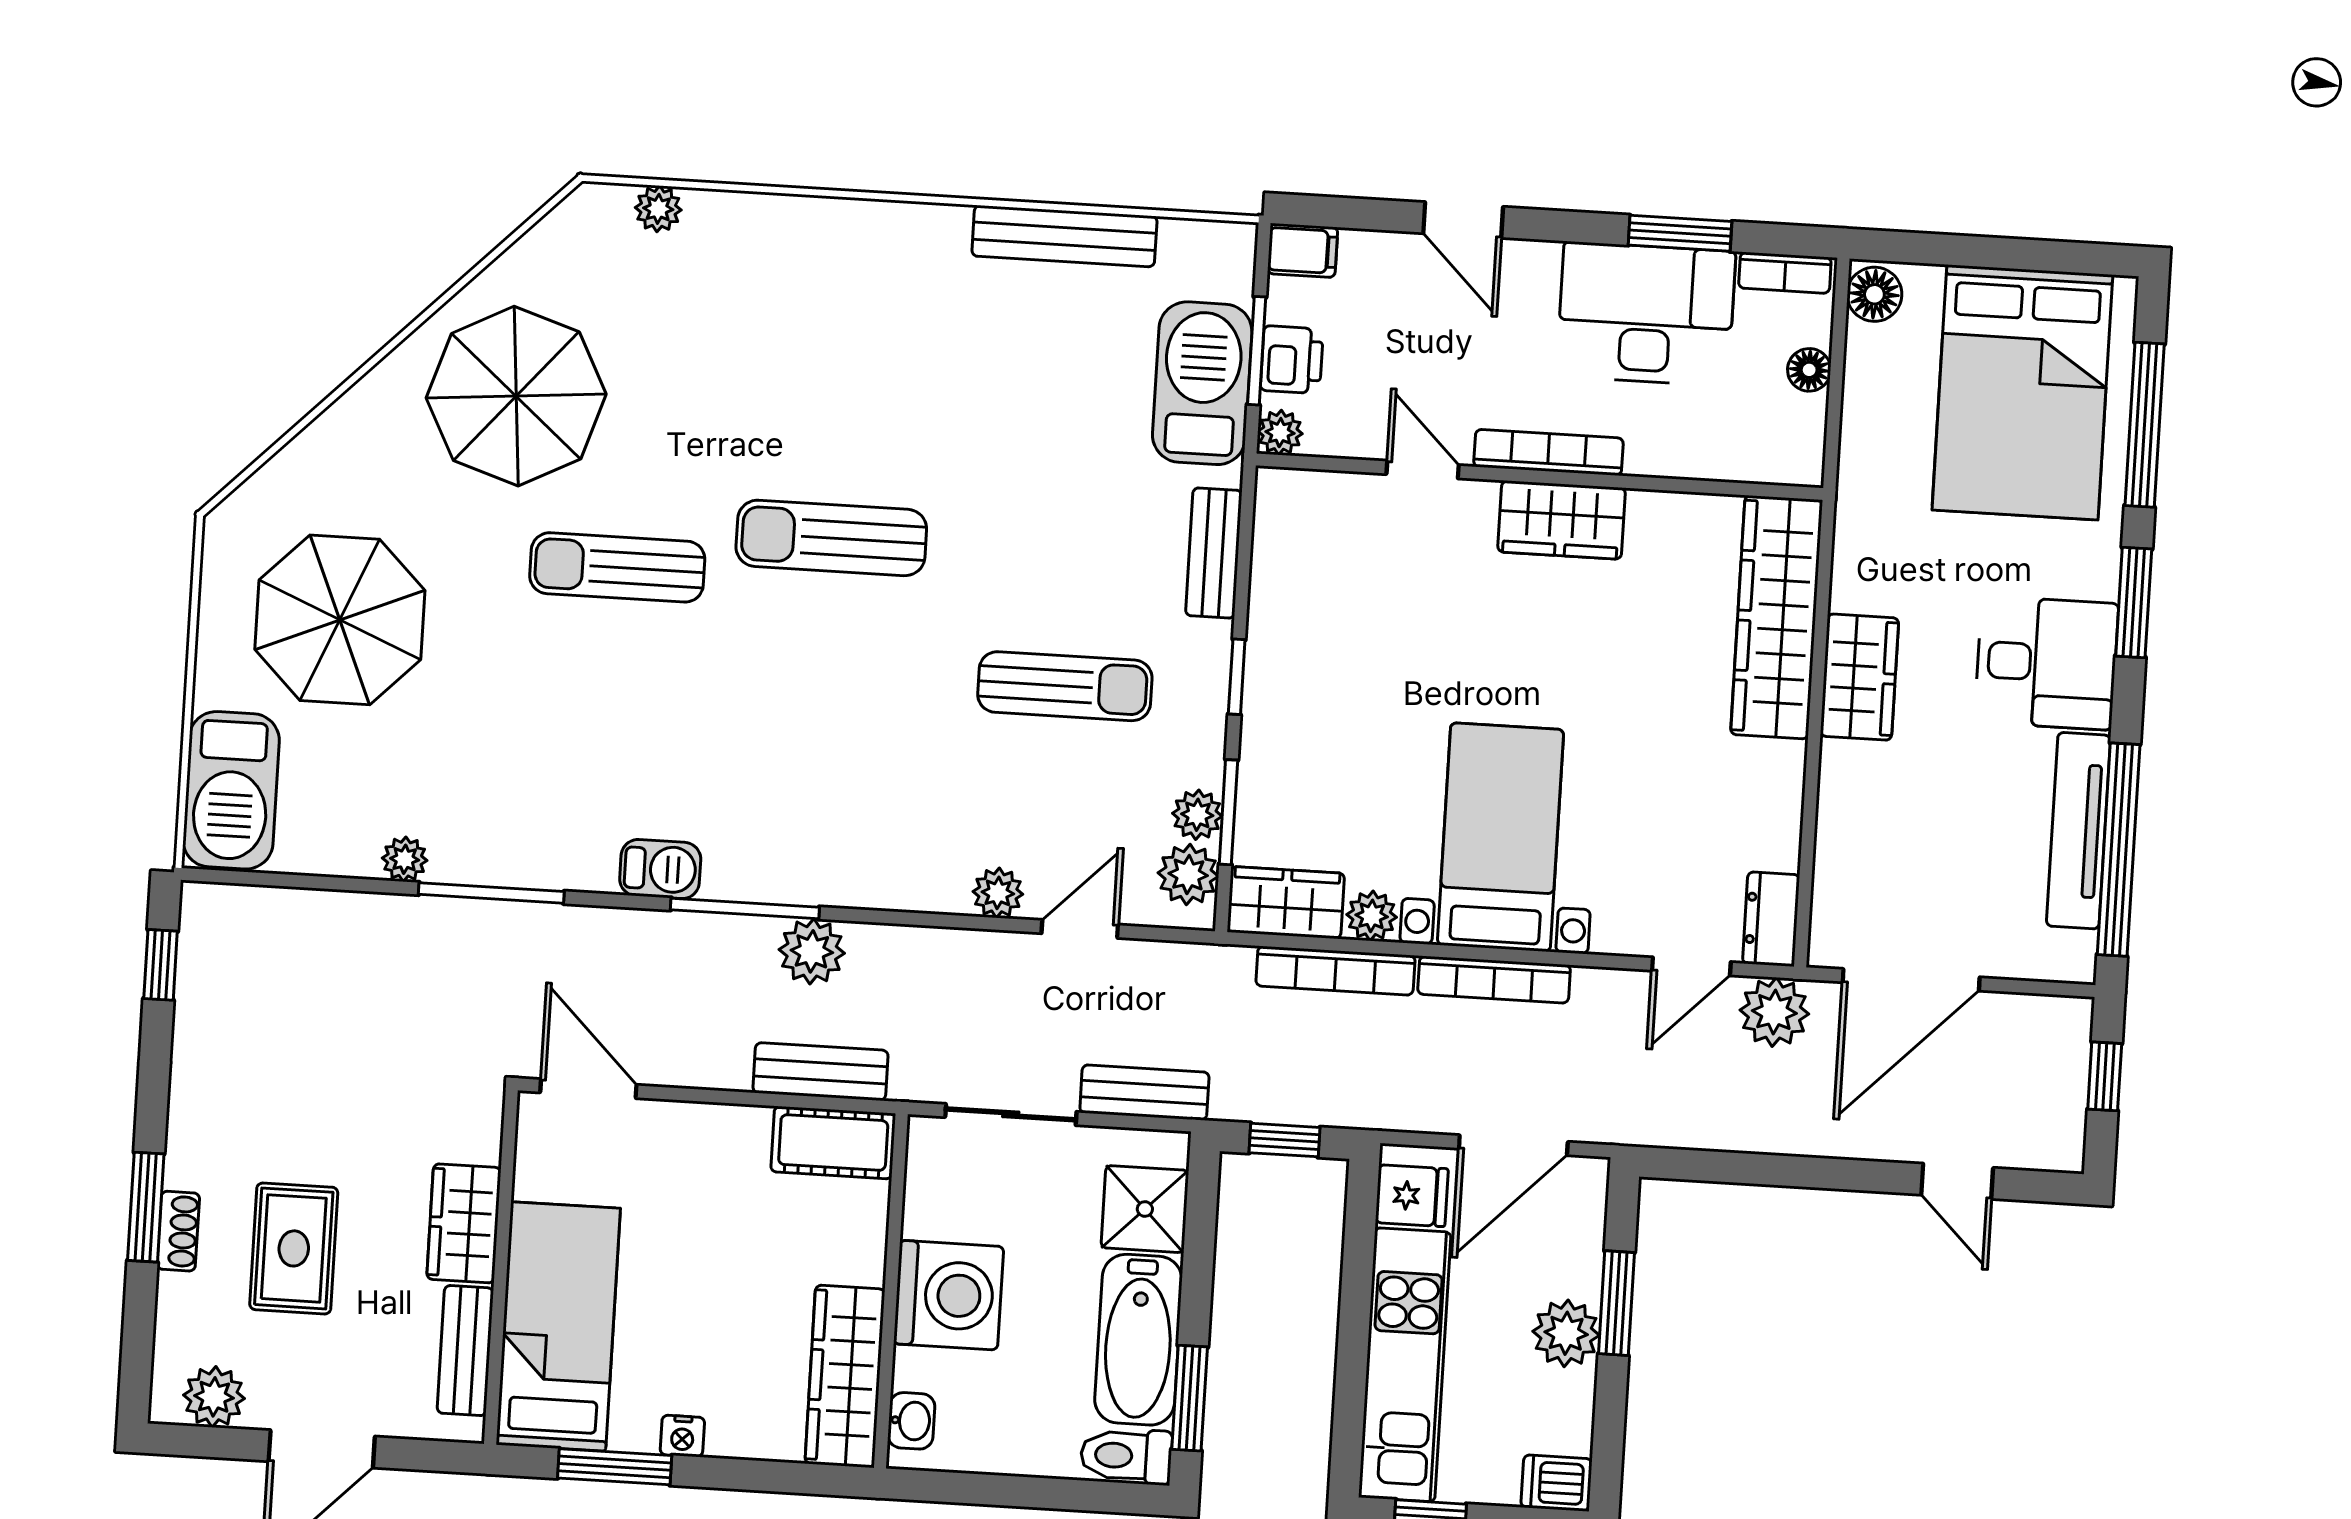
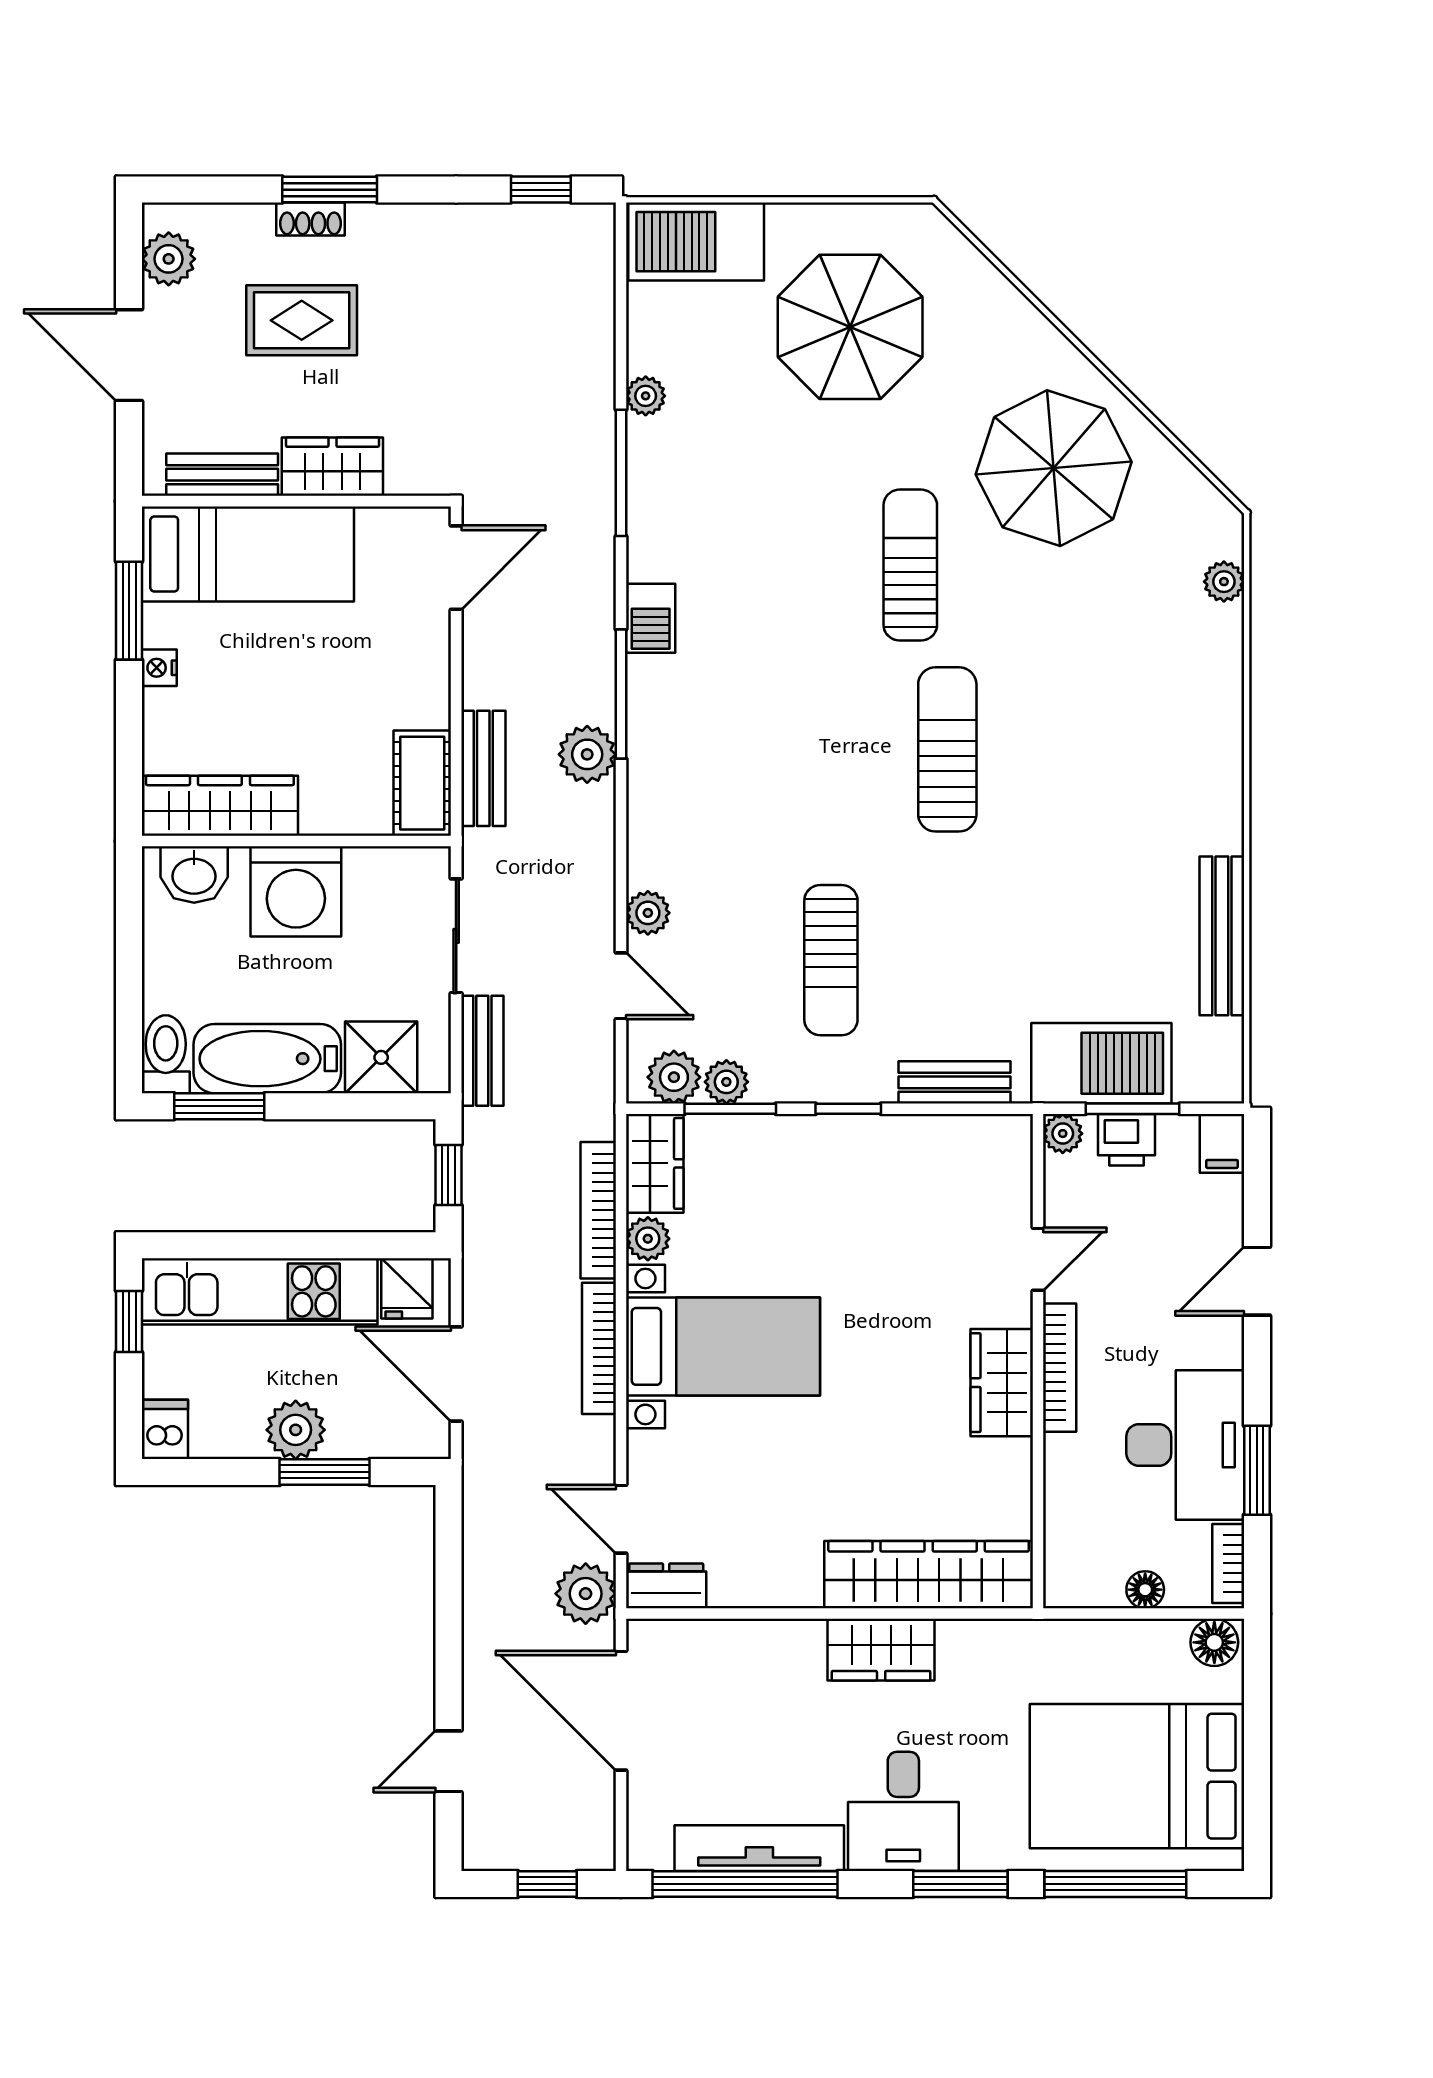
washbasin: (911, 1421) -> (194, 875), width x1.38, depth x1.45

